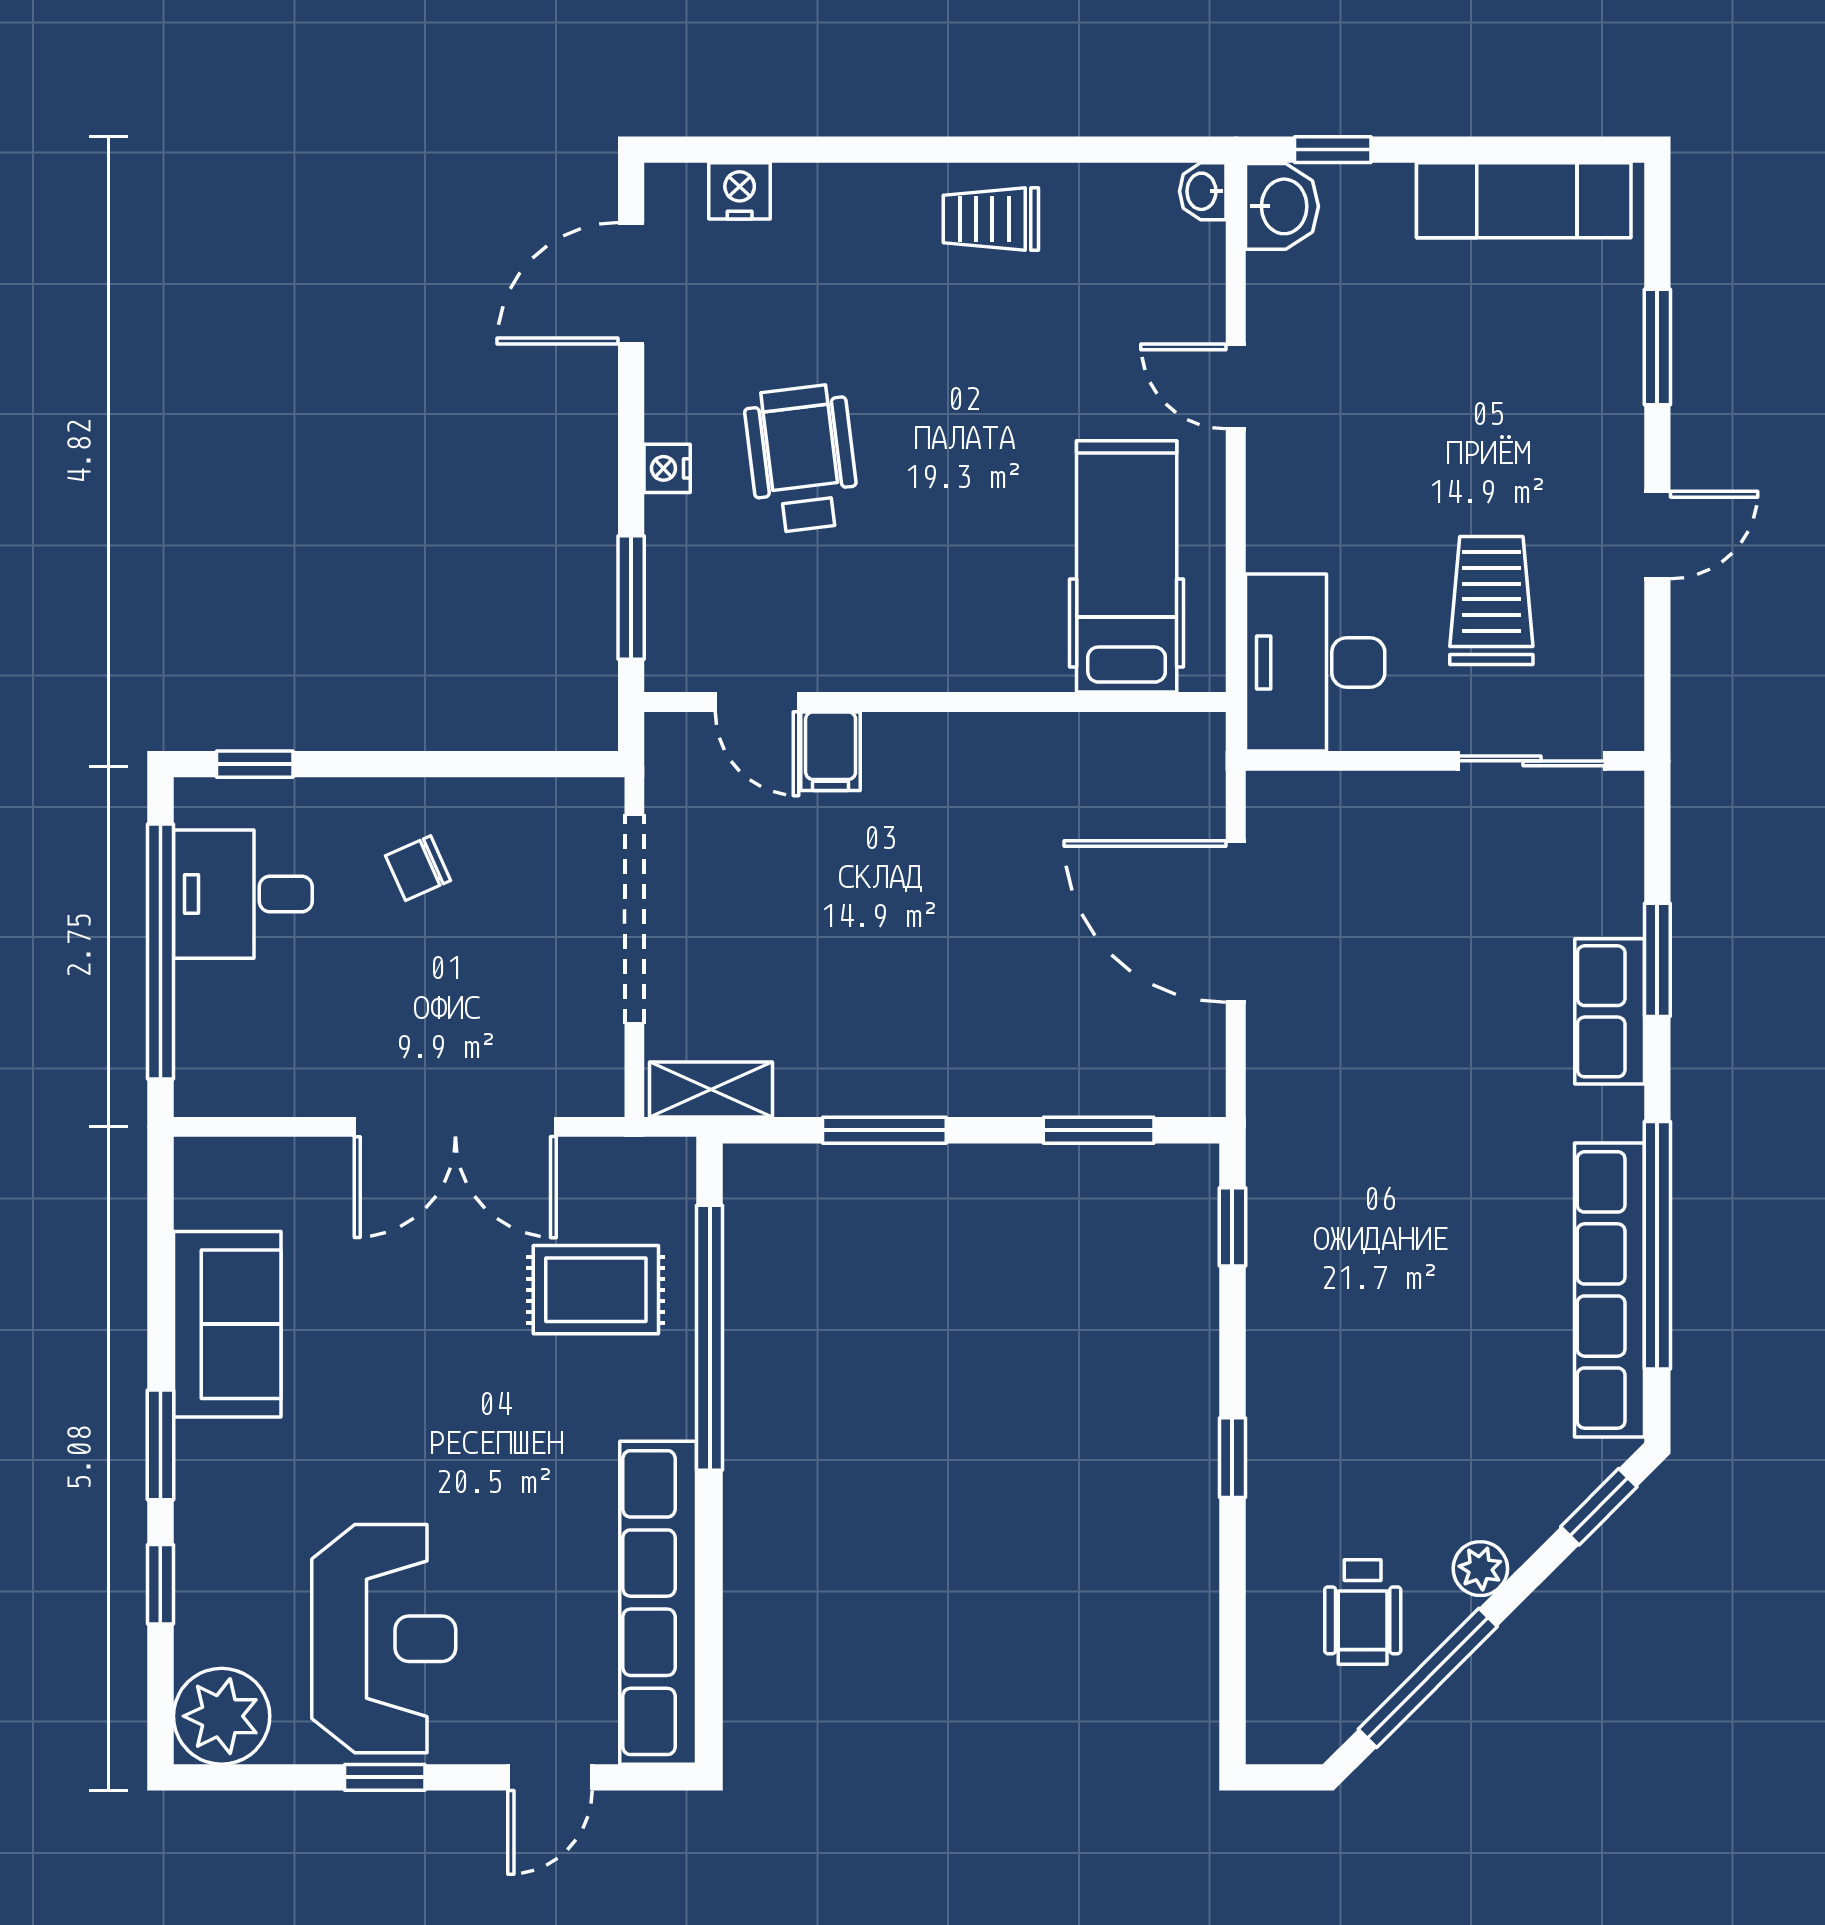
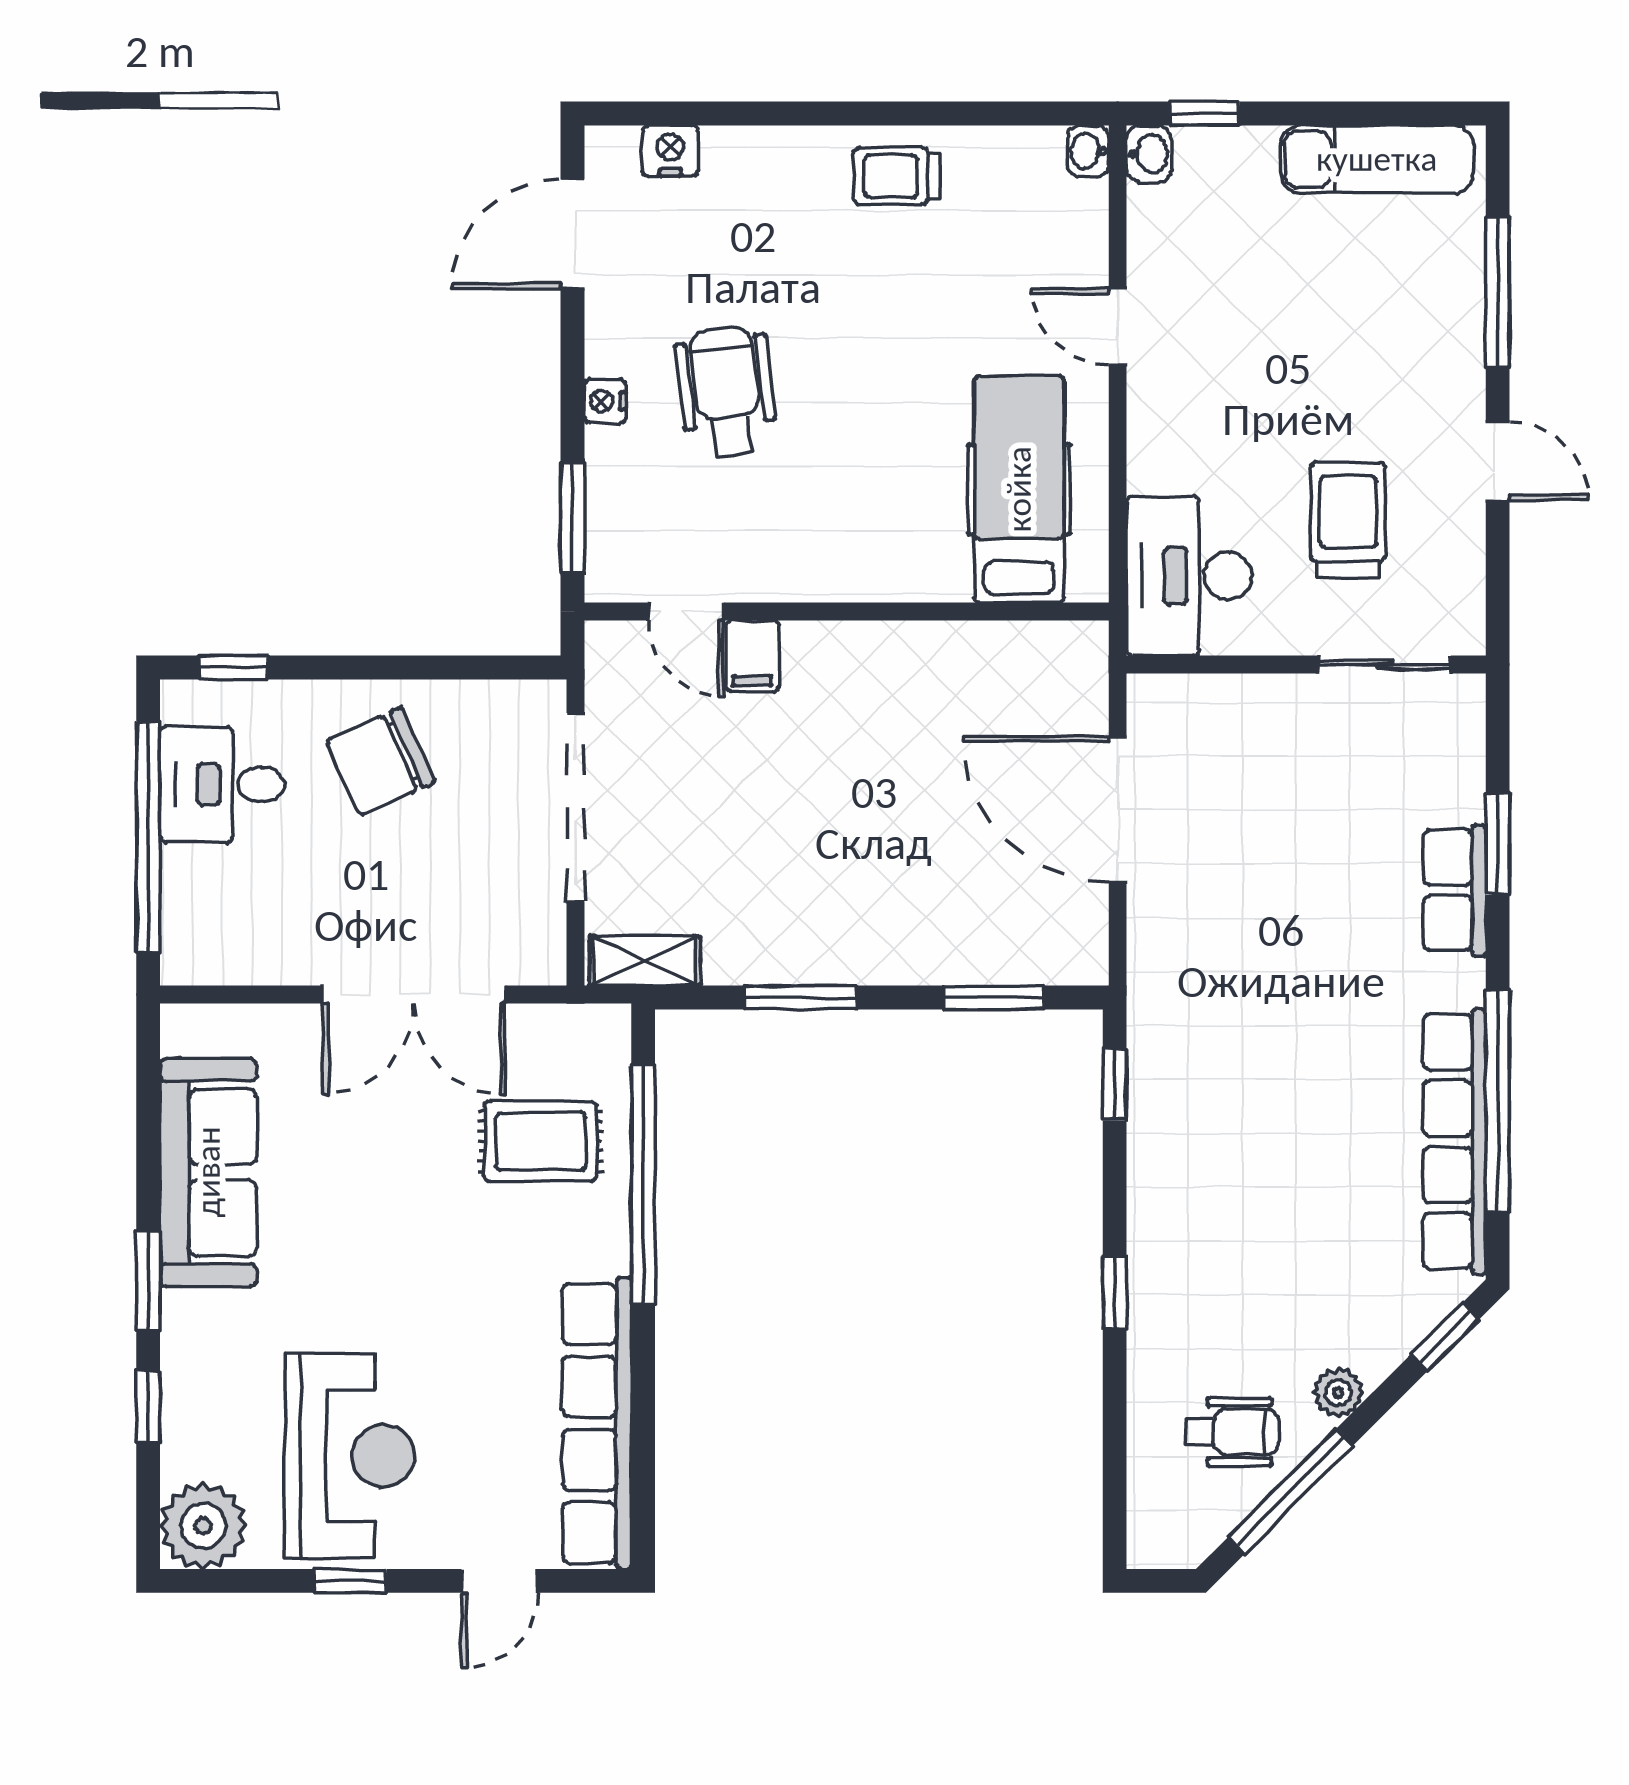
washbasin: (1282, 206) -> (1149, 154), width x0.72, depth x0.69
window: (1657, 347) -> (1498, 291), width x1.44
door: (1657, 535) -> (1498, 461), hinge flipped
chair: (418, 868) -> (380, 761), width x1.87, depth x1.87
sofa: (227, 1324) -> (208, 1172), width x1.36
wheelchair: (1363, 1612) -> (1232, 1432), turned -90

